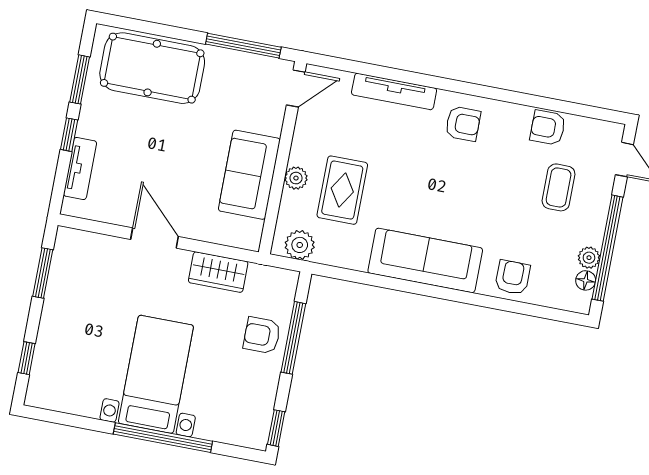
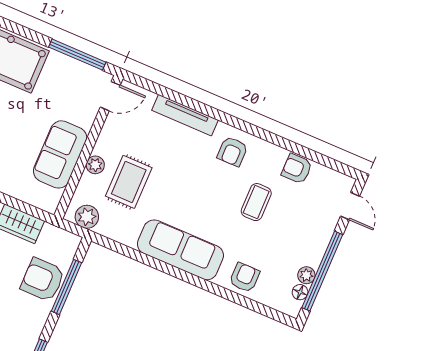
armchair: (463, 124) -> (232, 151), turned 90
coffee table: (559, 187) -> (256, 202), moved
armchair: (262, 335) -> (43, 280), width x1.38, depth x1.38

